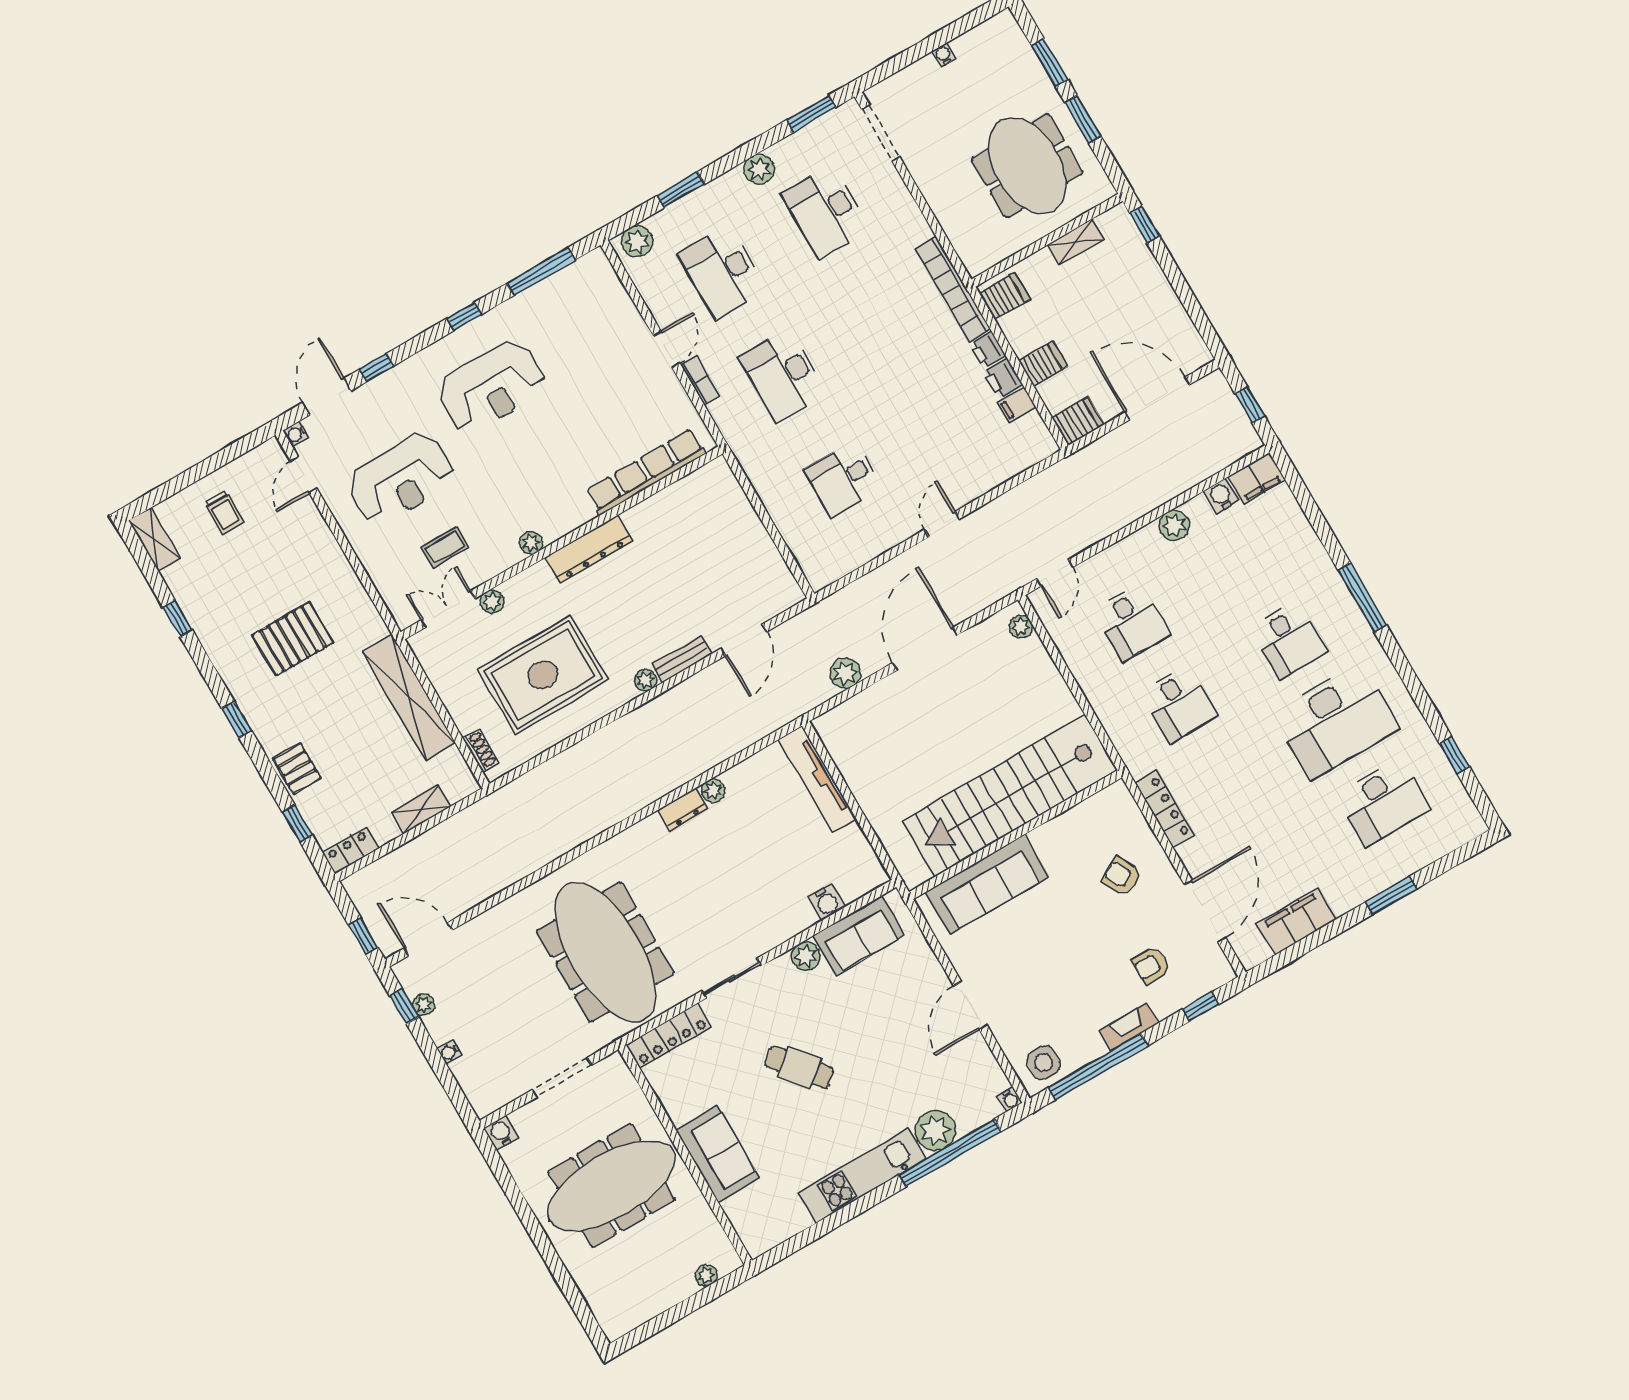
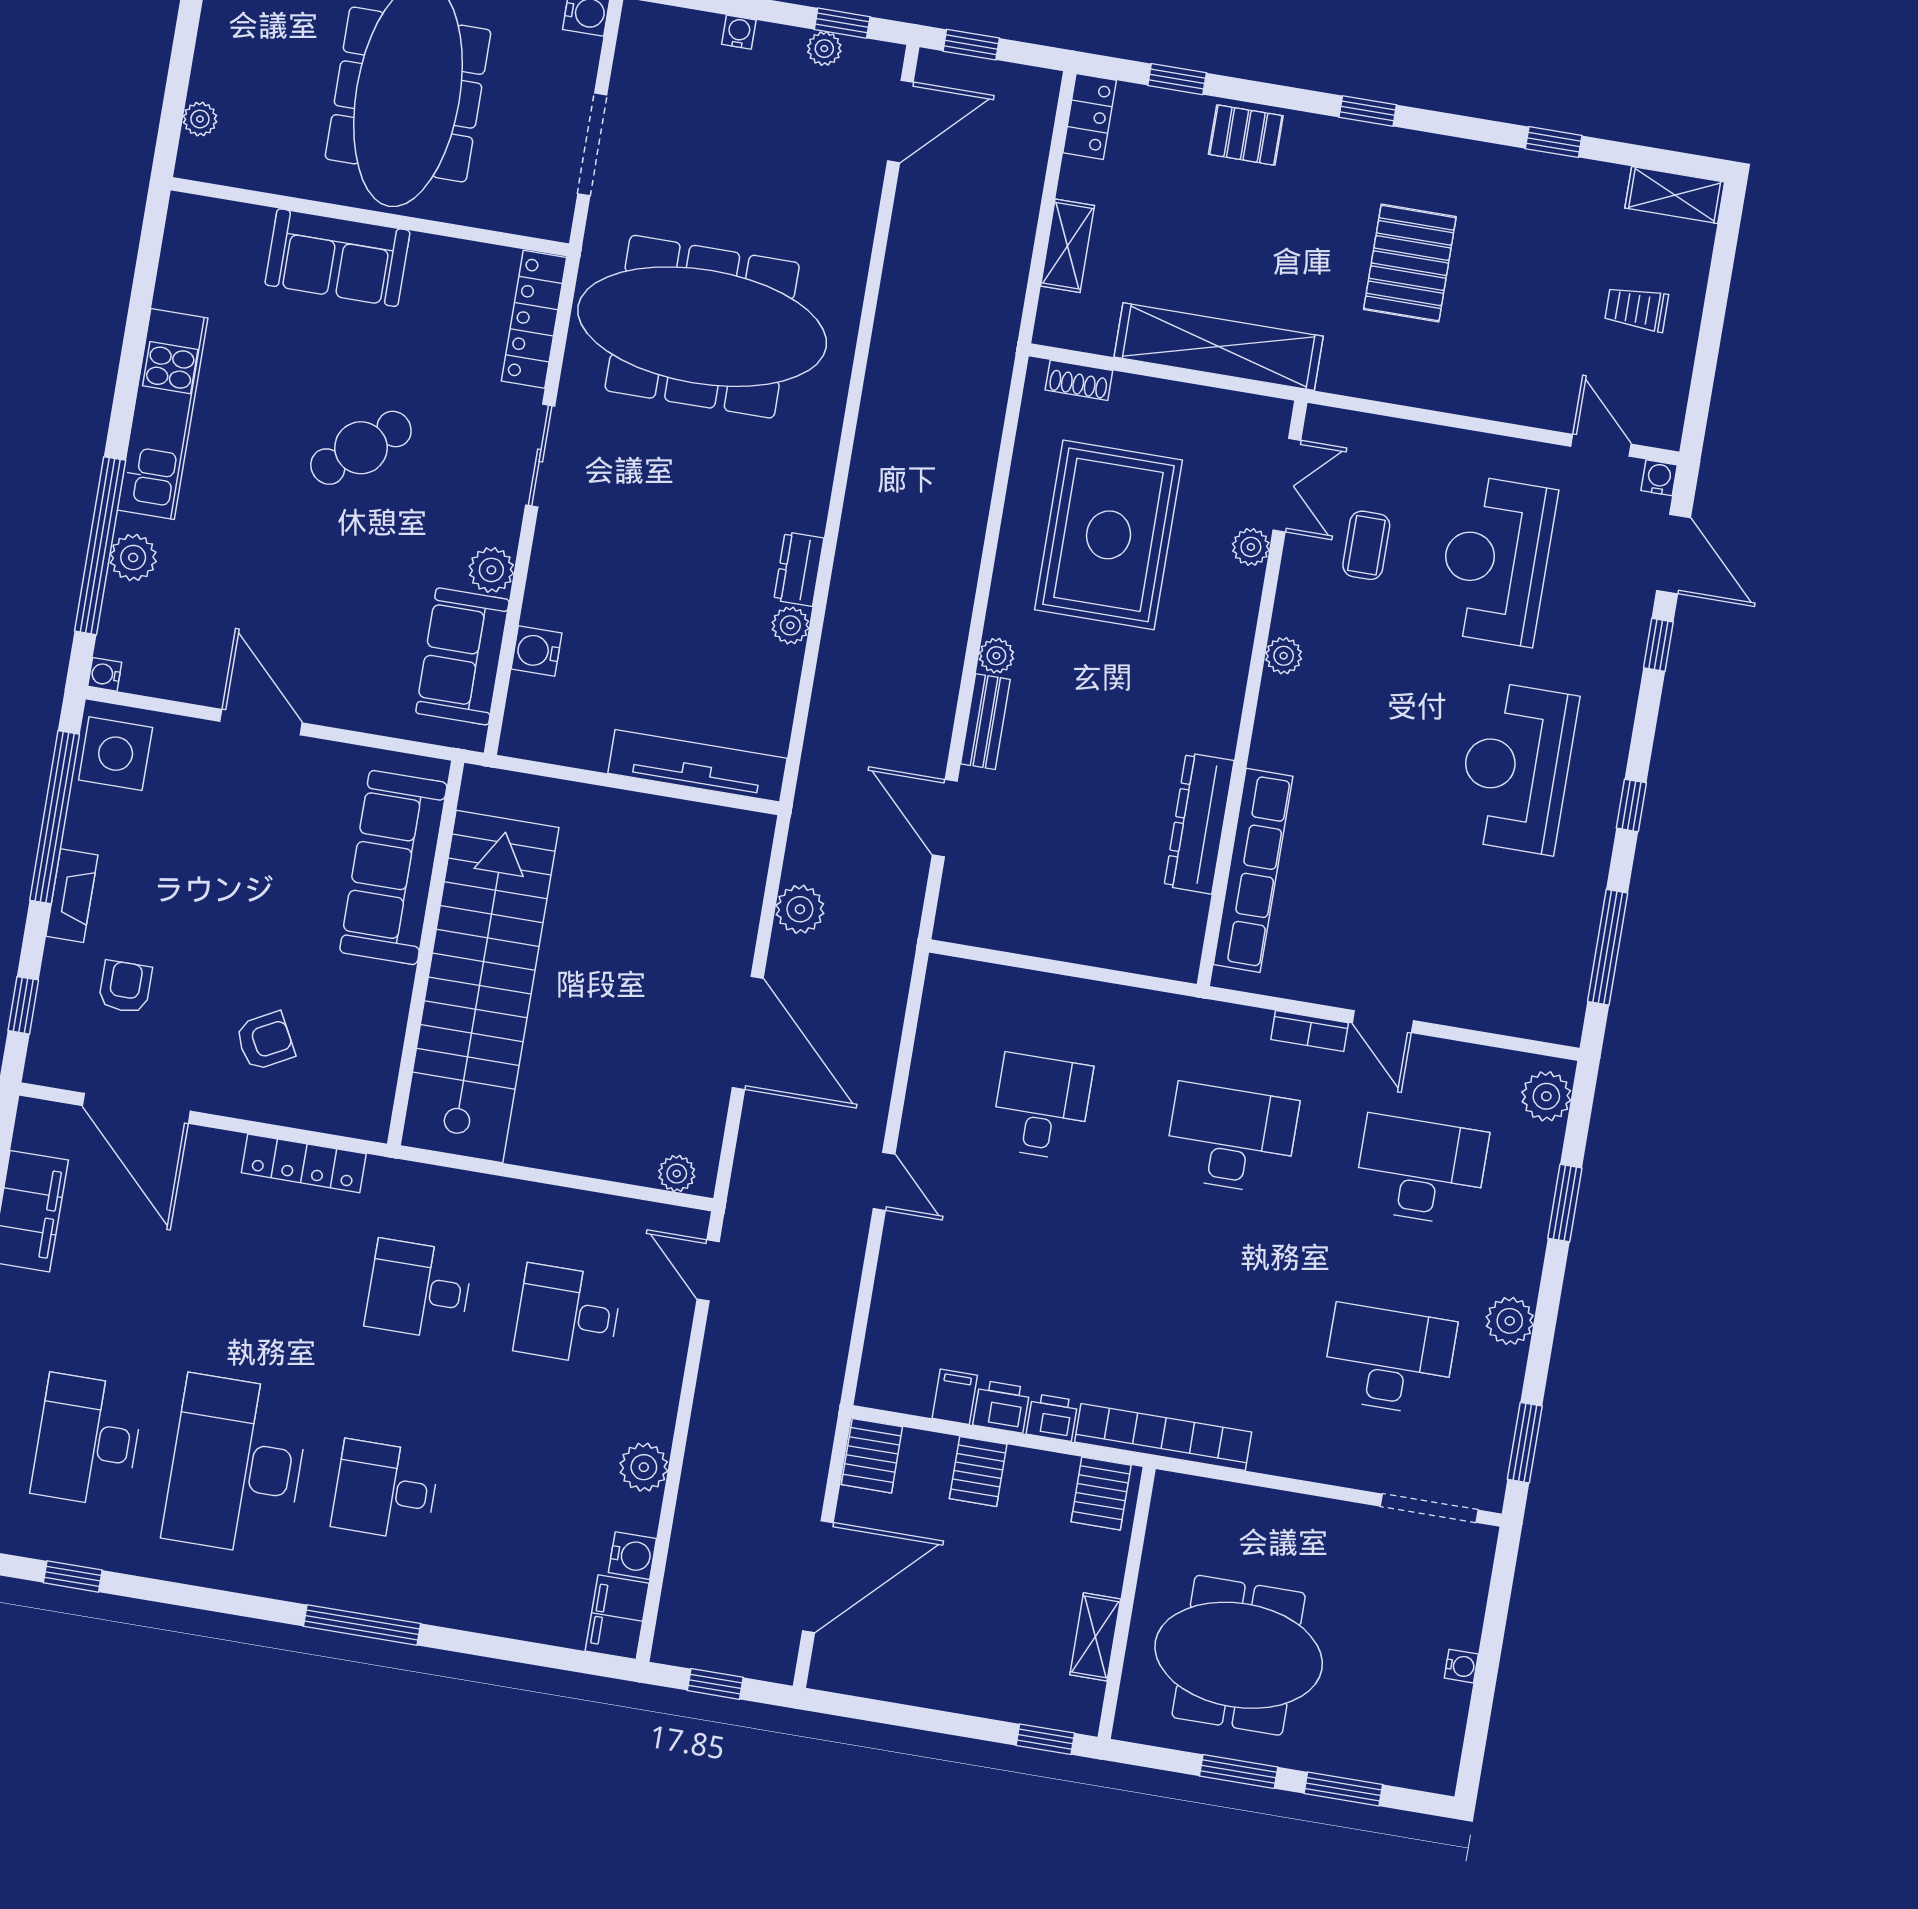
dresser: (589, 549) -> (1199, 823), moved
side table: (1044, 1063) -> (116, 754), width x1.37, depth x1.37
plant: (935, 1131) -> (133, 558), width x0.73, depth x0.73

